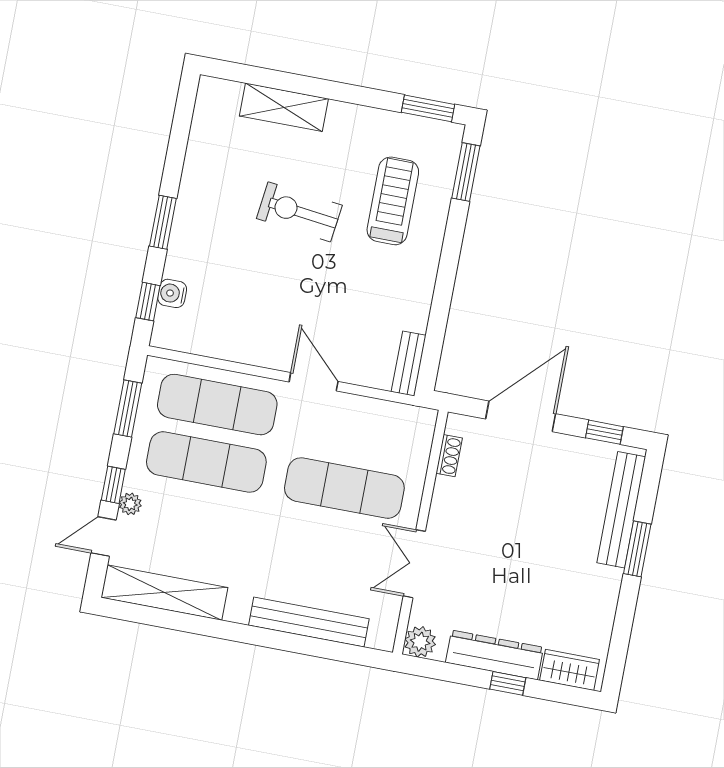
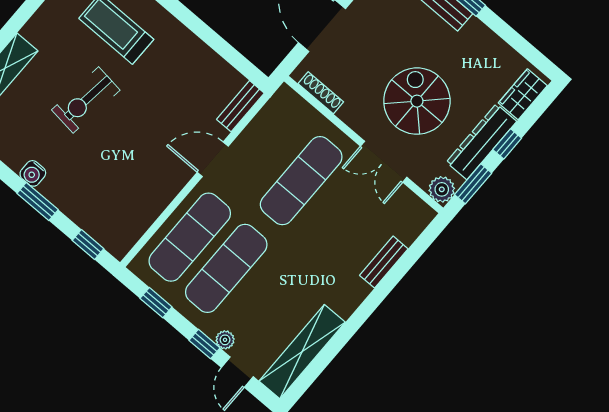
water cooler: (172, 293) -> (33, 173), moved
bench: (409, 364) -> (240, 106), moved, turned 90
window: (128, 409) -> (156, 303), width x0.67
shoe rack: (449, 456) -> (321, 93), width x1.43
spiral stairs: (498, 562) -> (417, 101), added
bench: (309, 622) -> (384, 262), width x0.54, depth x0.82
window: (445, 672) -> (473, 184), added

